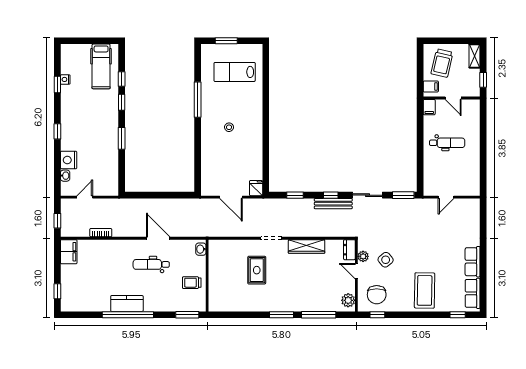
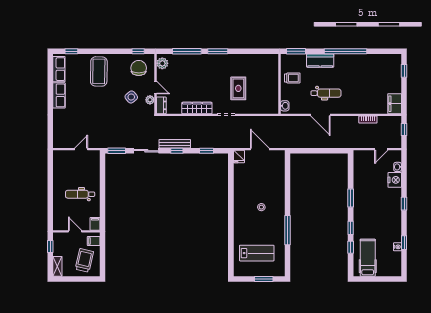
kitchen counter: (127, 303) -> (320, 61), moved

